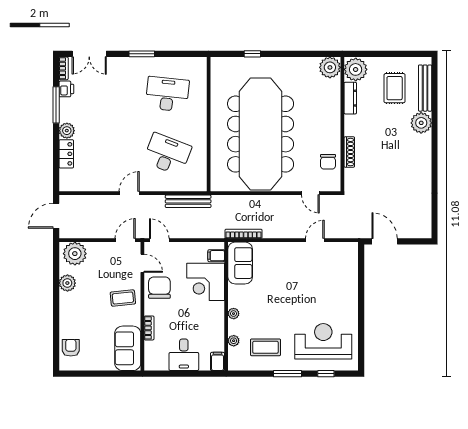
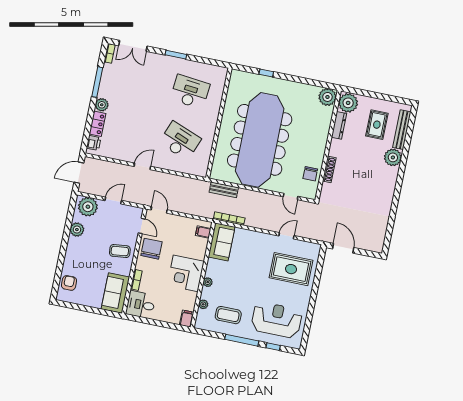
printer: (66, 89) -> (94, 143), moved
bench: (188, 201) -> (224, 190), moved, width x0.73
door: (125, 240) -> (113, 200), moved
rug: (328, 278) -> (291, 269), added
corner desk: (206, 282) -> (186, 273), moved
desk: (184, 355) -> (141, 305), moved, turned 90
window: (287, 374) -> (242, 340), width x1.44

